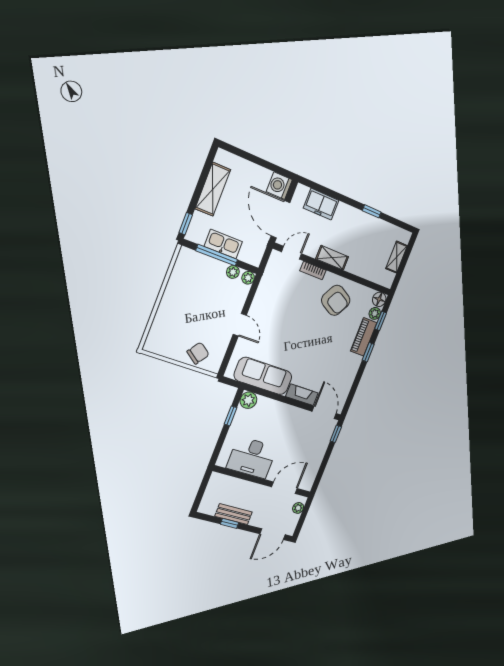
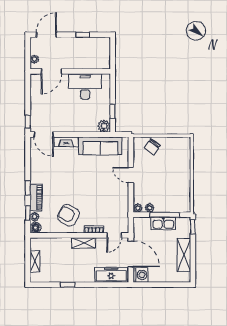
freezer: (321, 204) -> (111, 275), width x1.40
bench: (234, 514) -> (82, 42), removed

